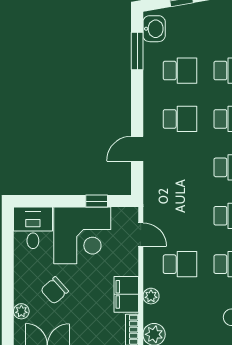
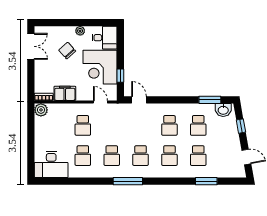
door: (137, 149) -> (139, 100), moved
door: (141, 235) -> (100, 102), swing flipped
plant: (151, 296) -> (64, 108), removed
plant: (21, 311) -> (80, 31), moved

